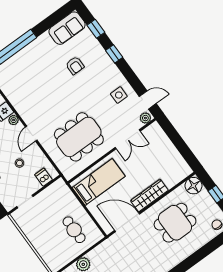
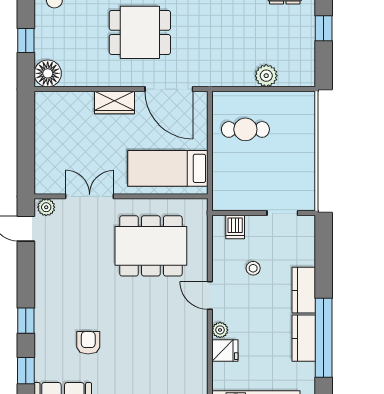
side table: (119, 95) -> (59, 262), removed
door: (31, 134) -> (210, 295), swing flipped
wardrobe: (149, 195) -> (114, 102), width x0.67
dining table: (175, 223) -> (140, 32), moved
cafe table: (74, 230) -> (245, 129), turned 90

